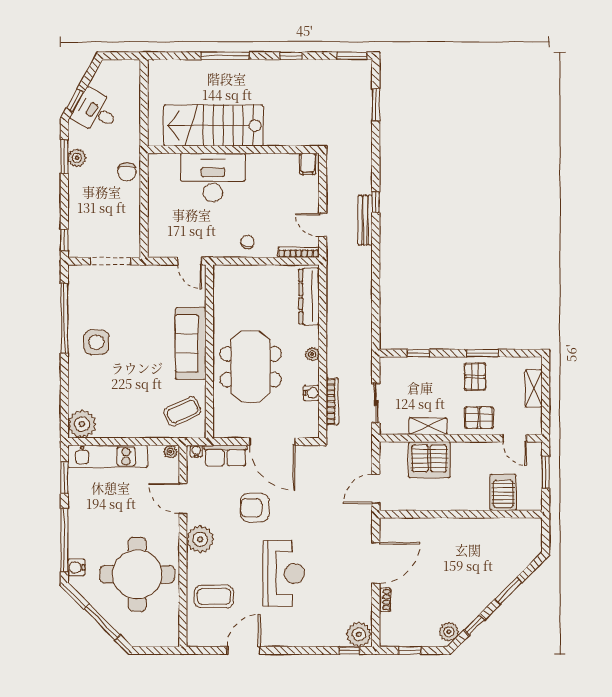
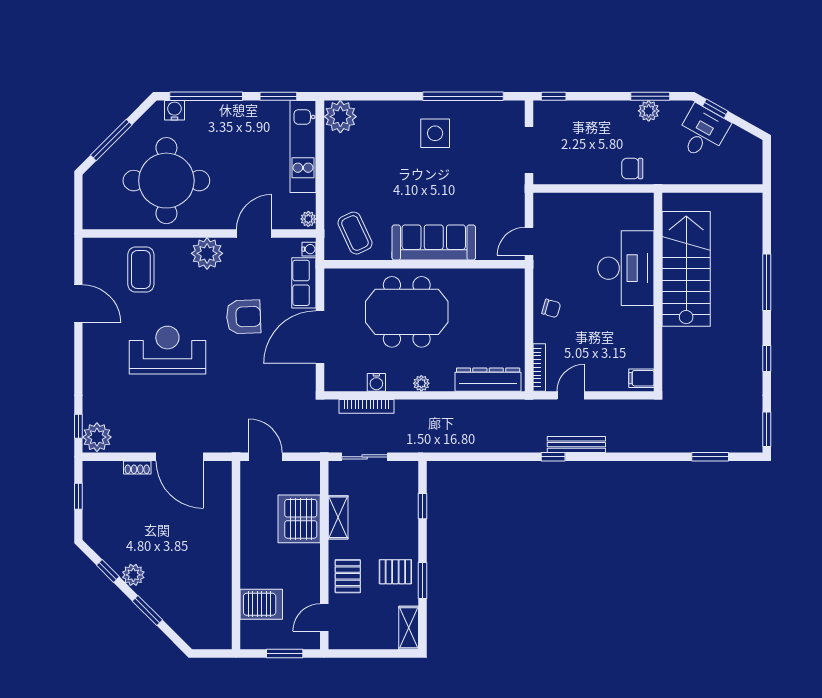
window: (376, 202) -> (553, 457), moved
shelving: (534, 388) -> (409, 628), moved, turned 90
armchair: (255, 508) -> (244, 317), turned 88
reception desk: (284, 573) -> (167, 350), turned 180
plant: (449, 632) -> (133, 575), moved

